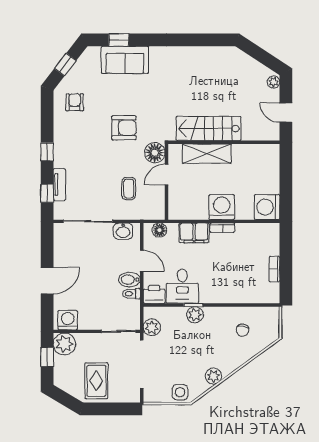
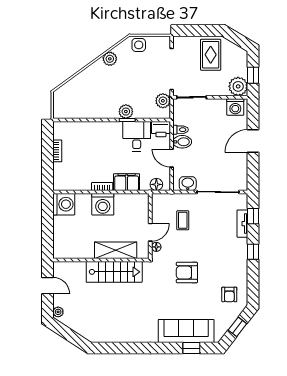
sofa: (125, 60) -> (186, 331), width x1.36
floor lamp: (155, 153) -> (156, 247), width x0.53, depth x0.53
chair: (242, 330) -> (85, 98), removed

